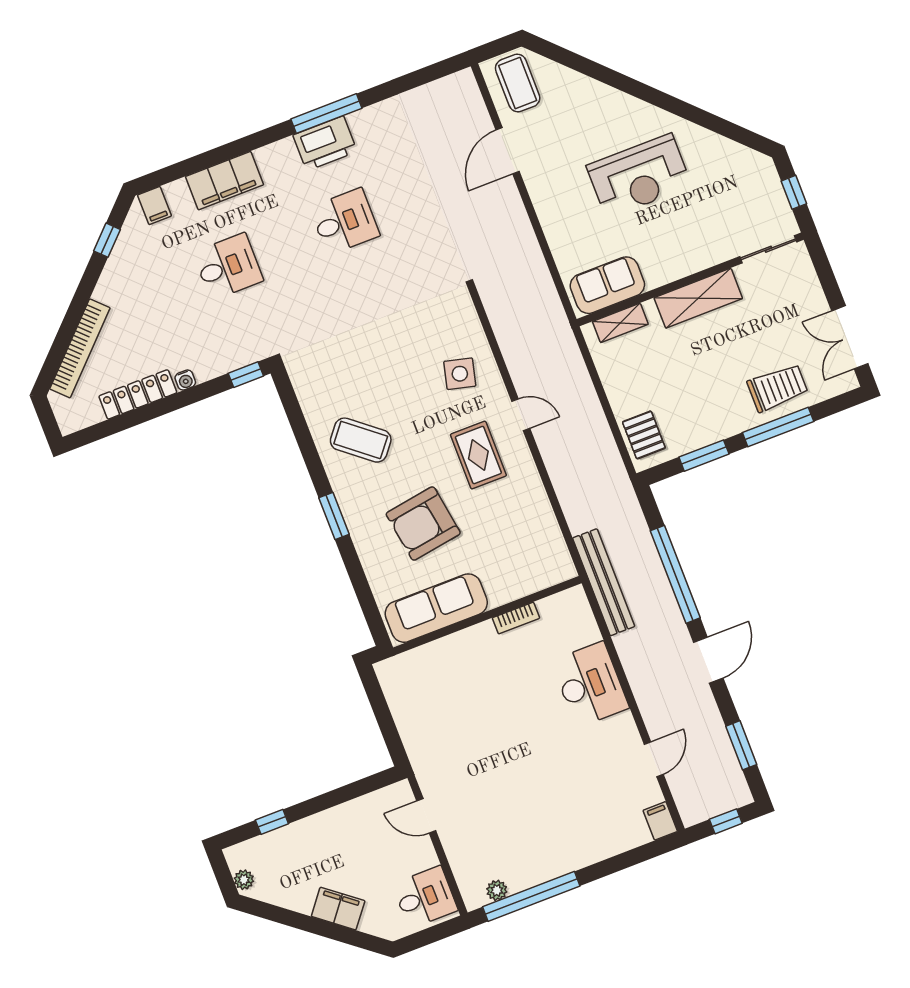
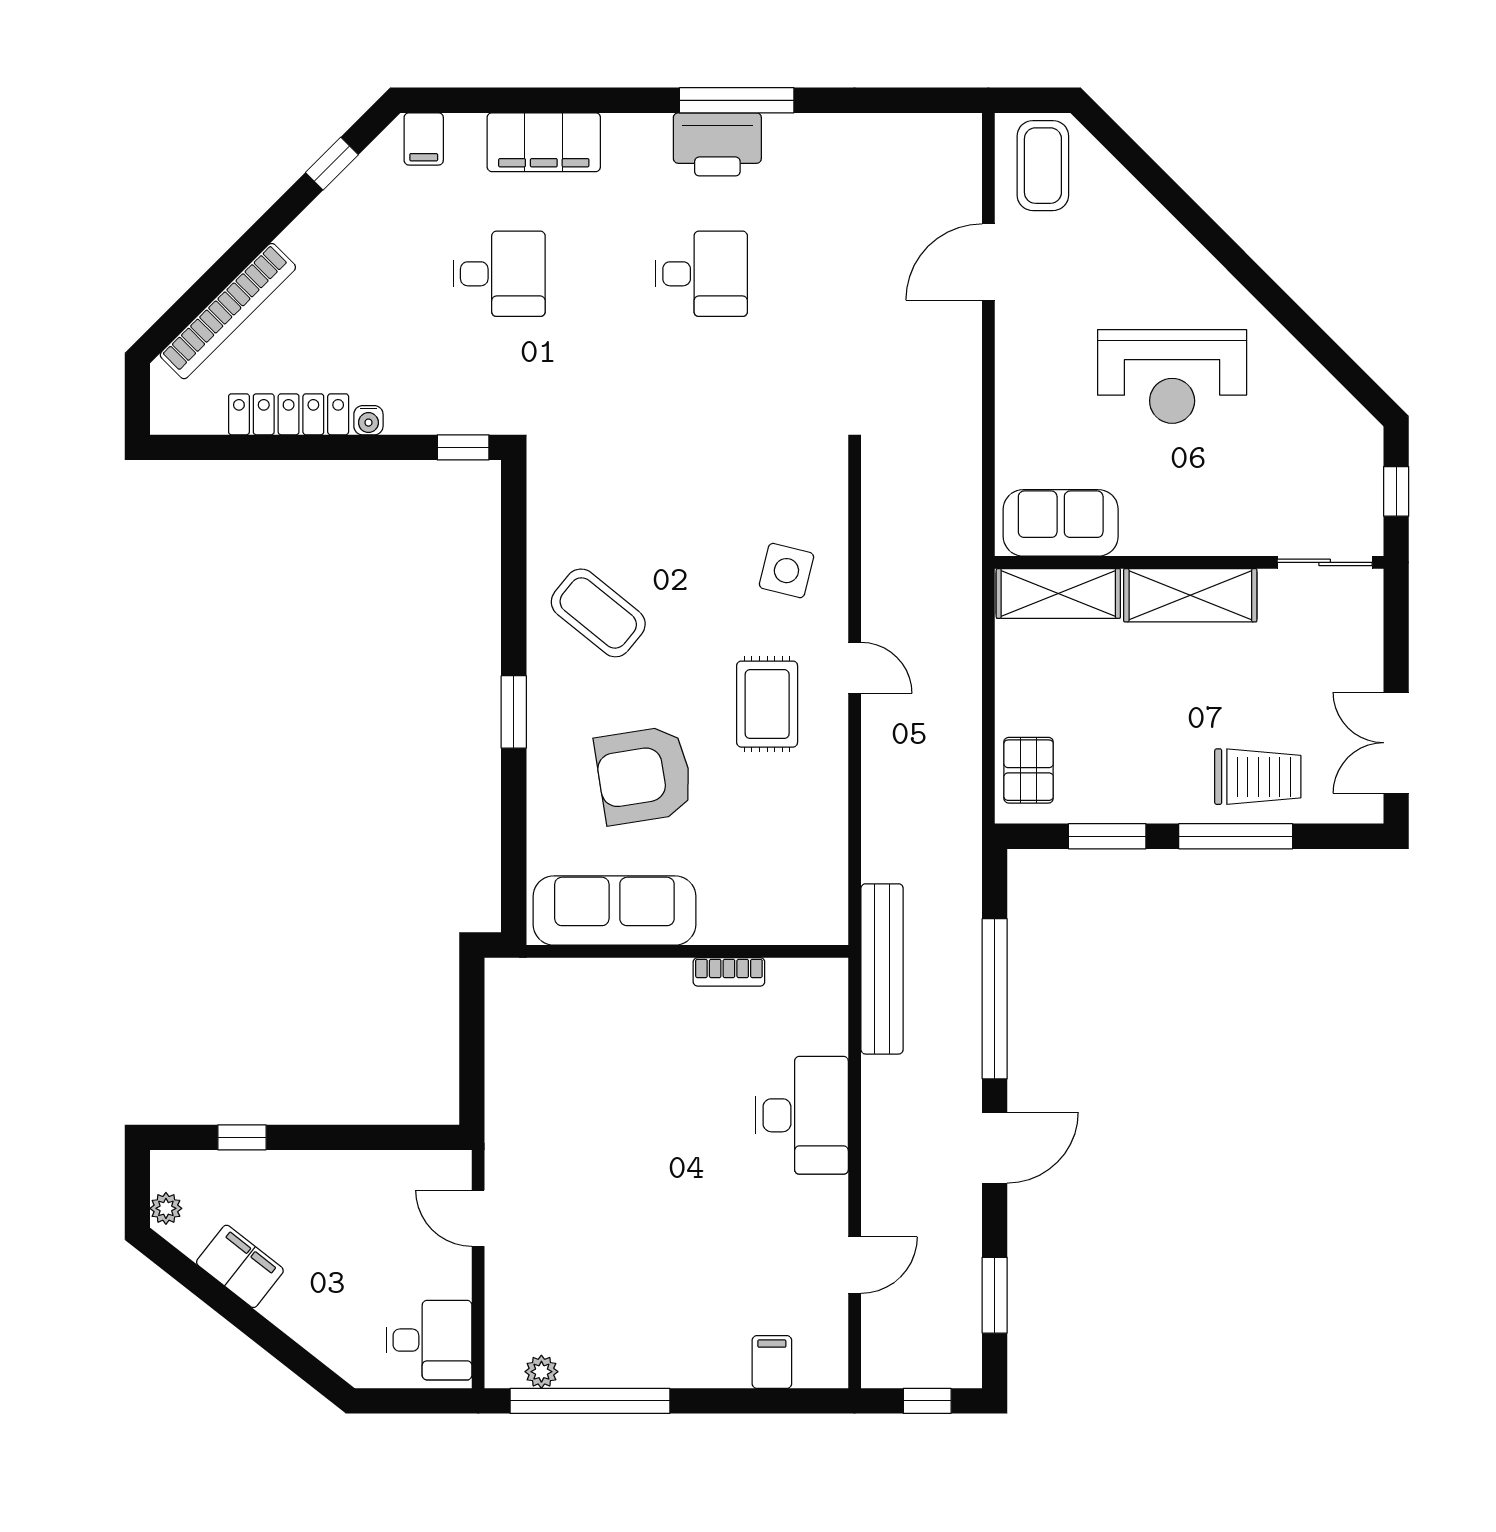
shelving: (620, 323) -> (1058, 593), width x1.50, depth x1.33
filing cabinet: (660, 821) -> (772, 1362), moved
filing cabinet: (338, 909) -> (240, 1266), moved

